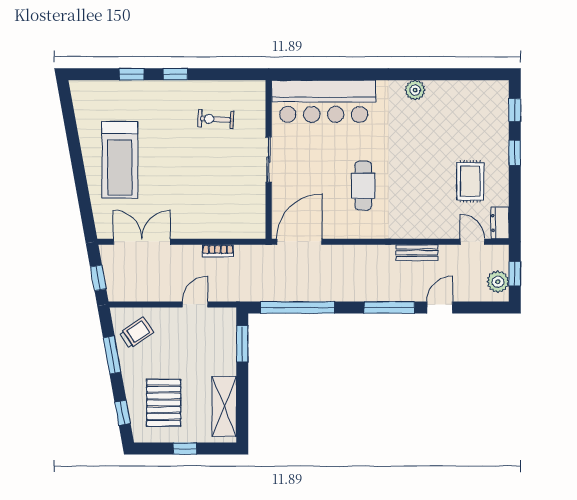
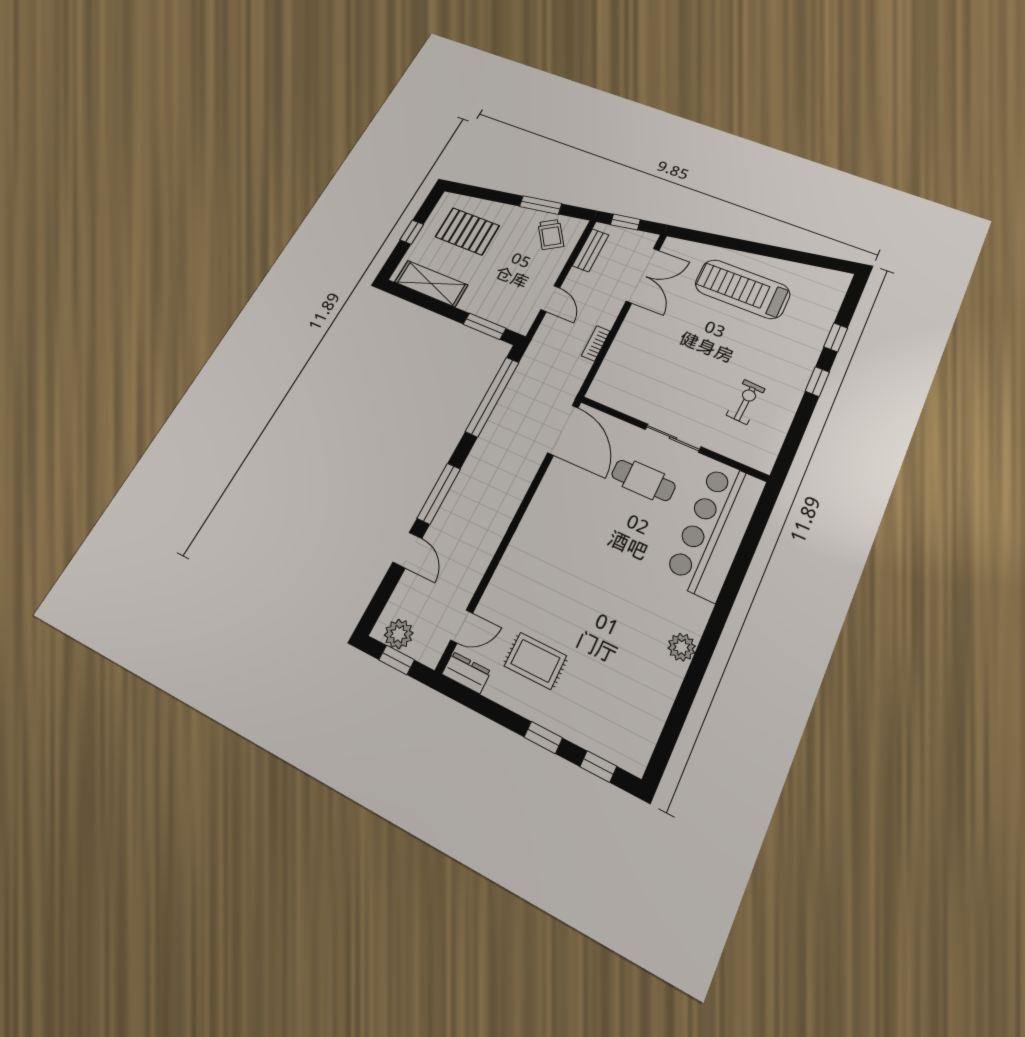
cafe table: (363, 186) -> (643, 480), moved
bench: (417, 253) -> (591, 250), moved
window: (123, 413) -> (479, 193), removed

